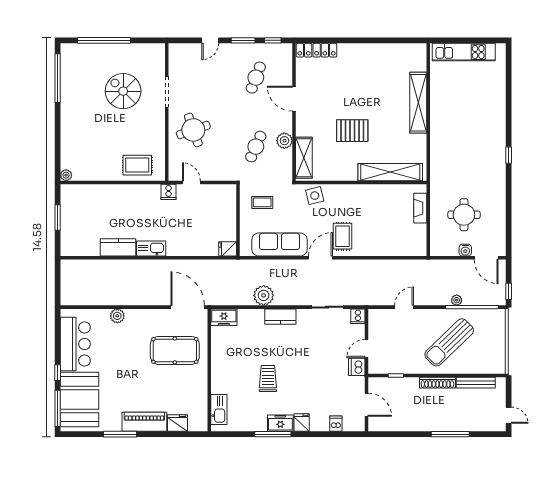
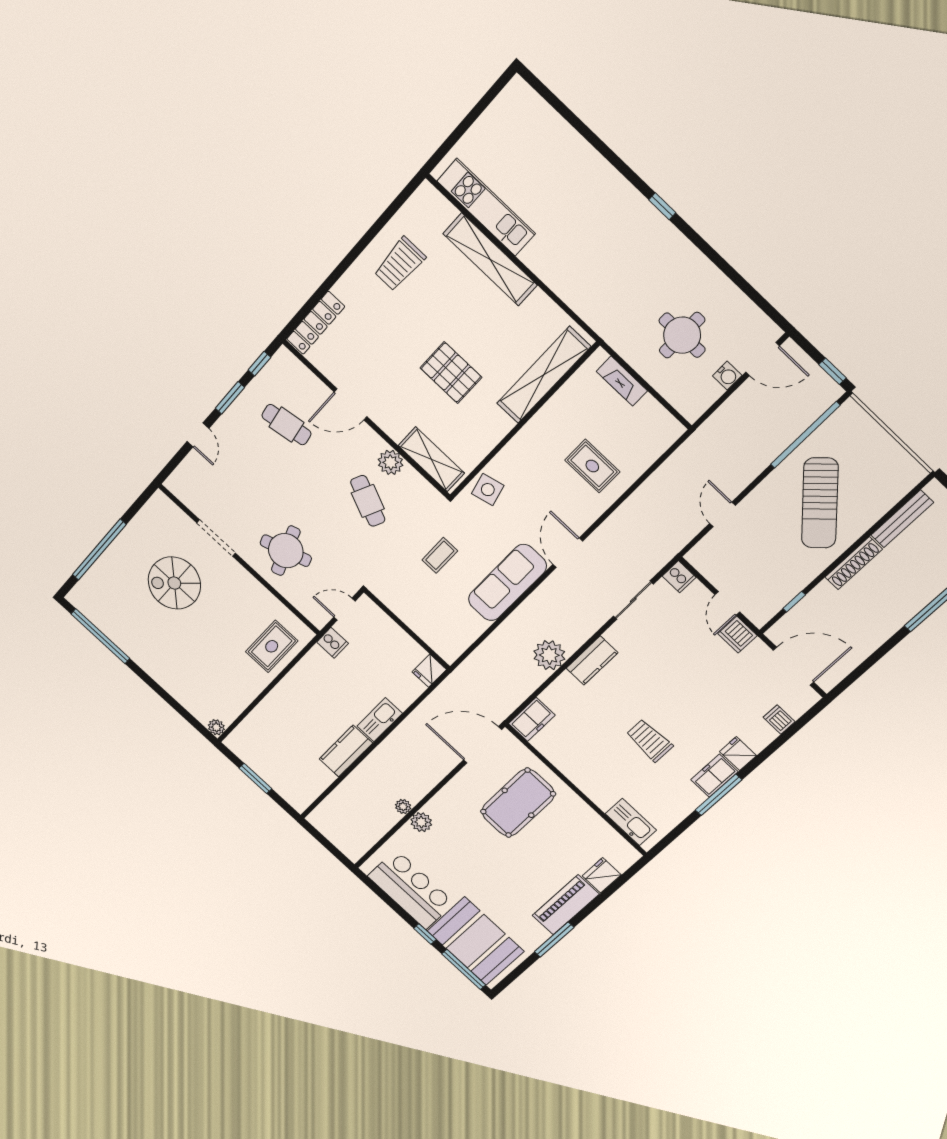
kitchen unit: (464, 52) -> (486, 207), moved, turned -90
trolley: (379, 65) -> (400, 264), added
cafe table: (256, 78) -> (286, 425), turned -30
pallet: (352, 131) -> (451, 373), turned 90
wall: (238, 220) -> (407, 629), moved
rug: (343, 236) -> (592, 466), moved
fridge: (228, 249) -> (429, 671), moved
plant: (457, 300) -> (403, 807), moved
door: (367, 405) -> (793, 666), width x1.36

